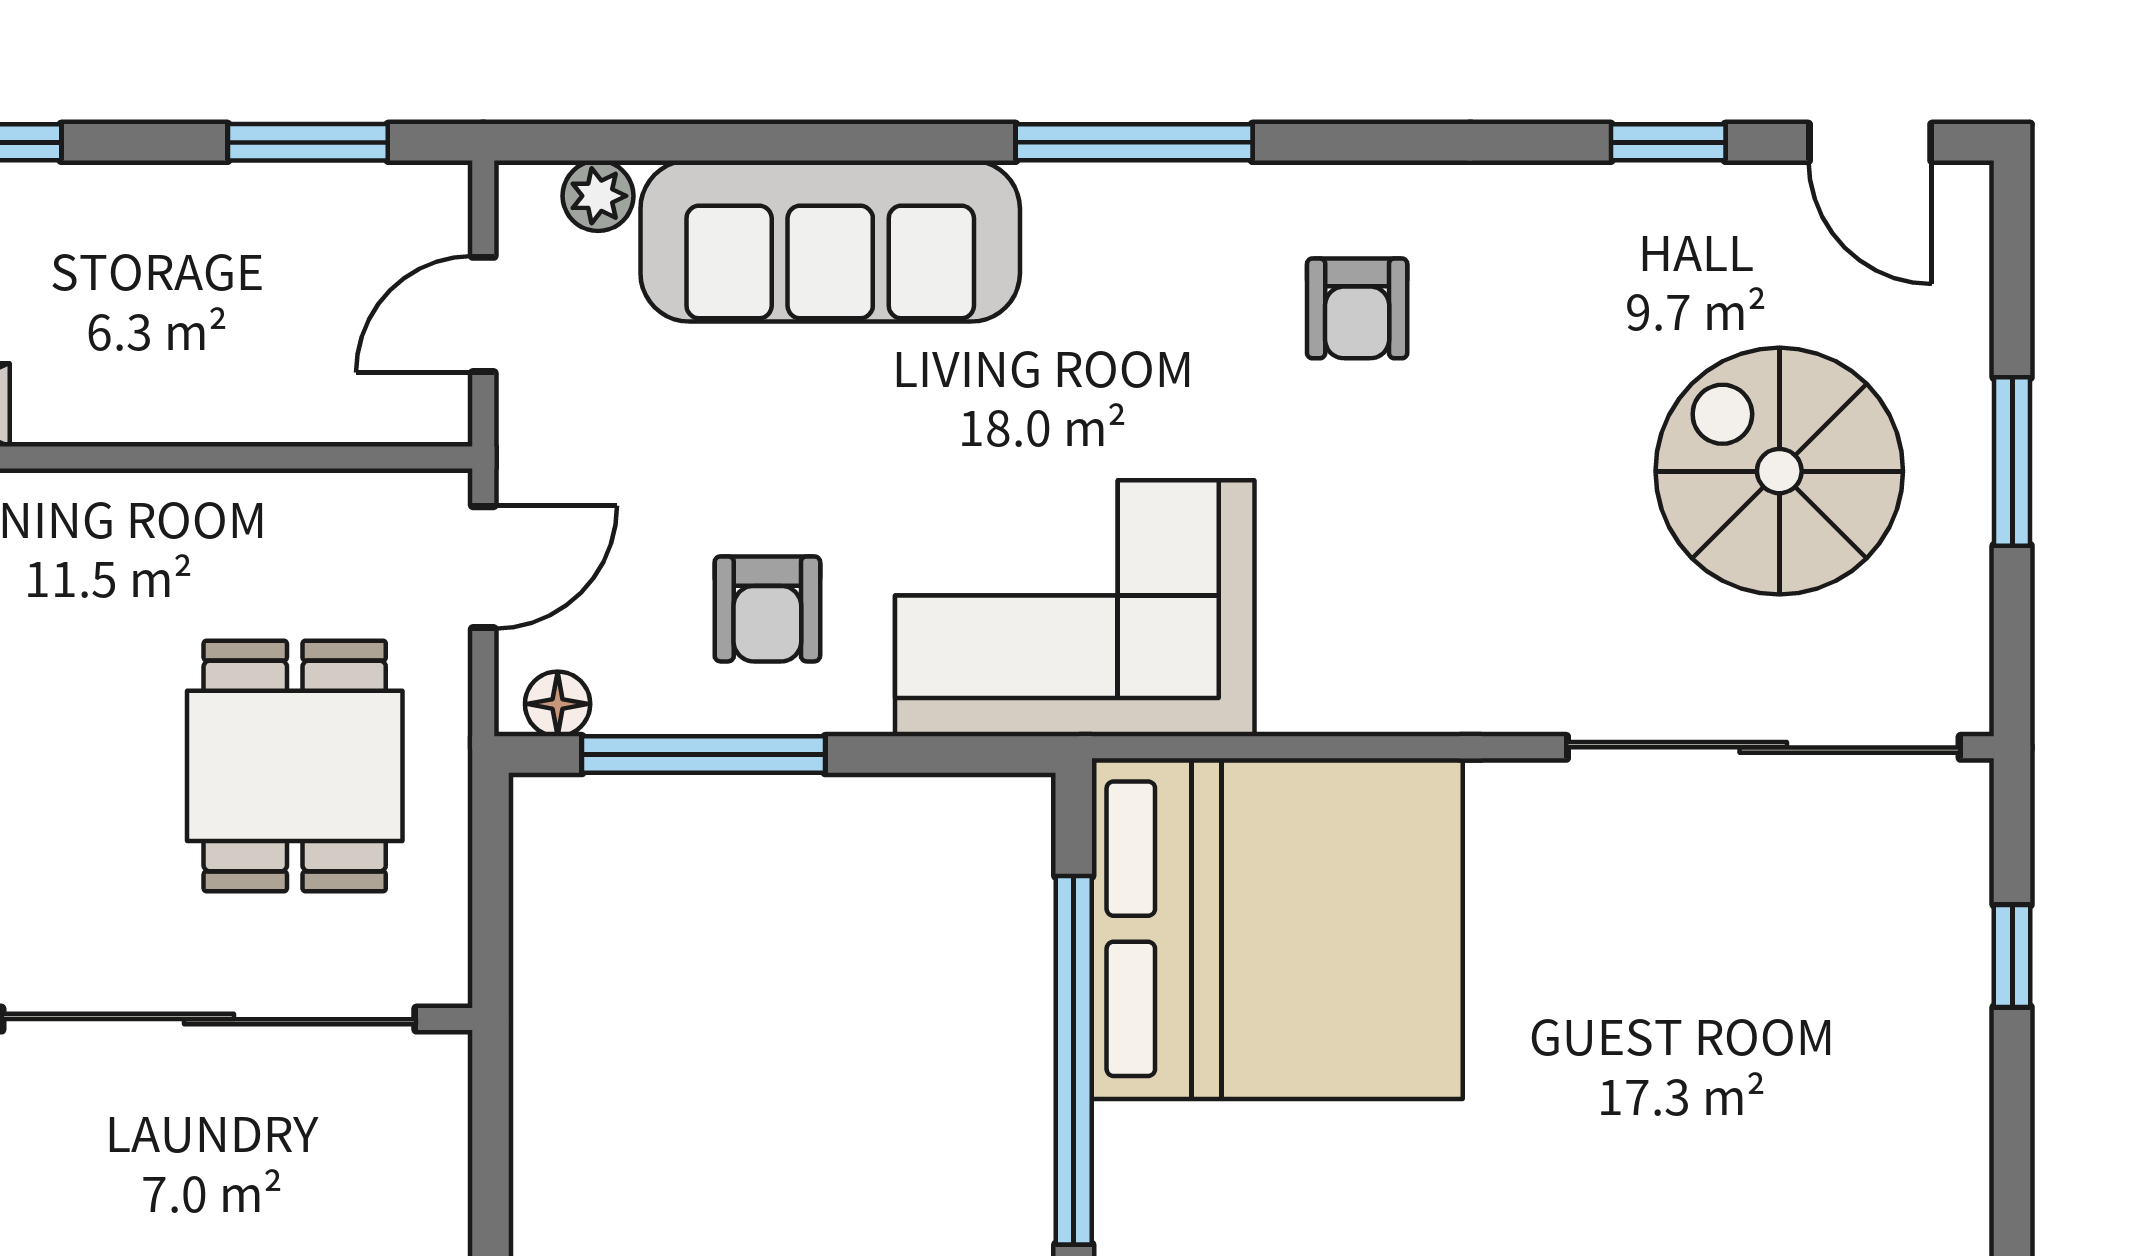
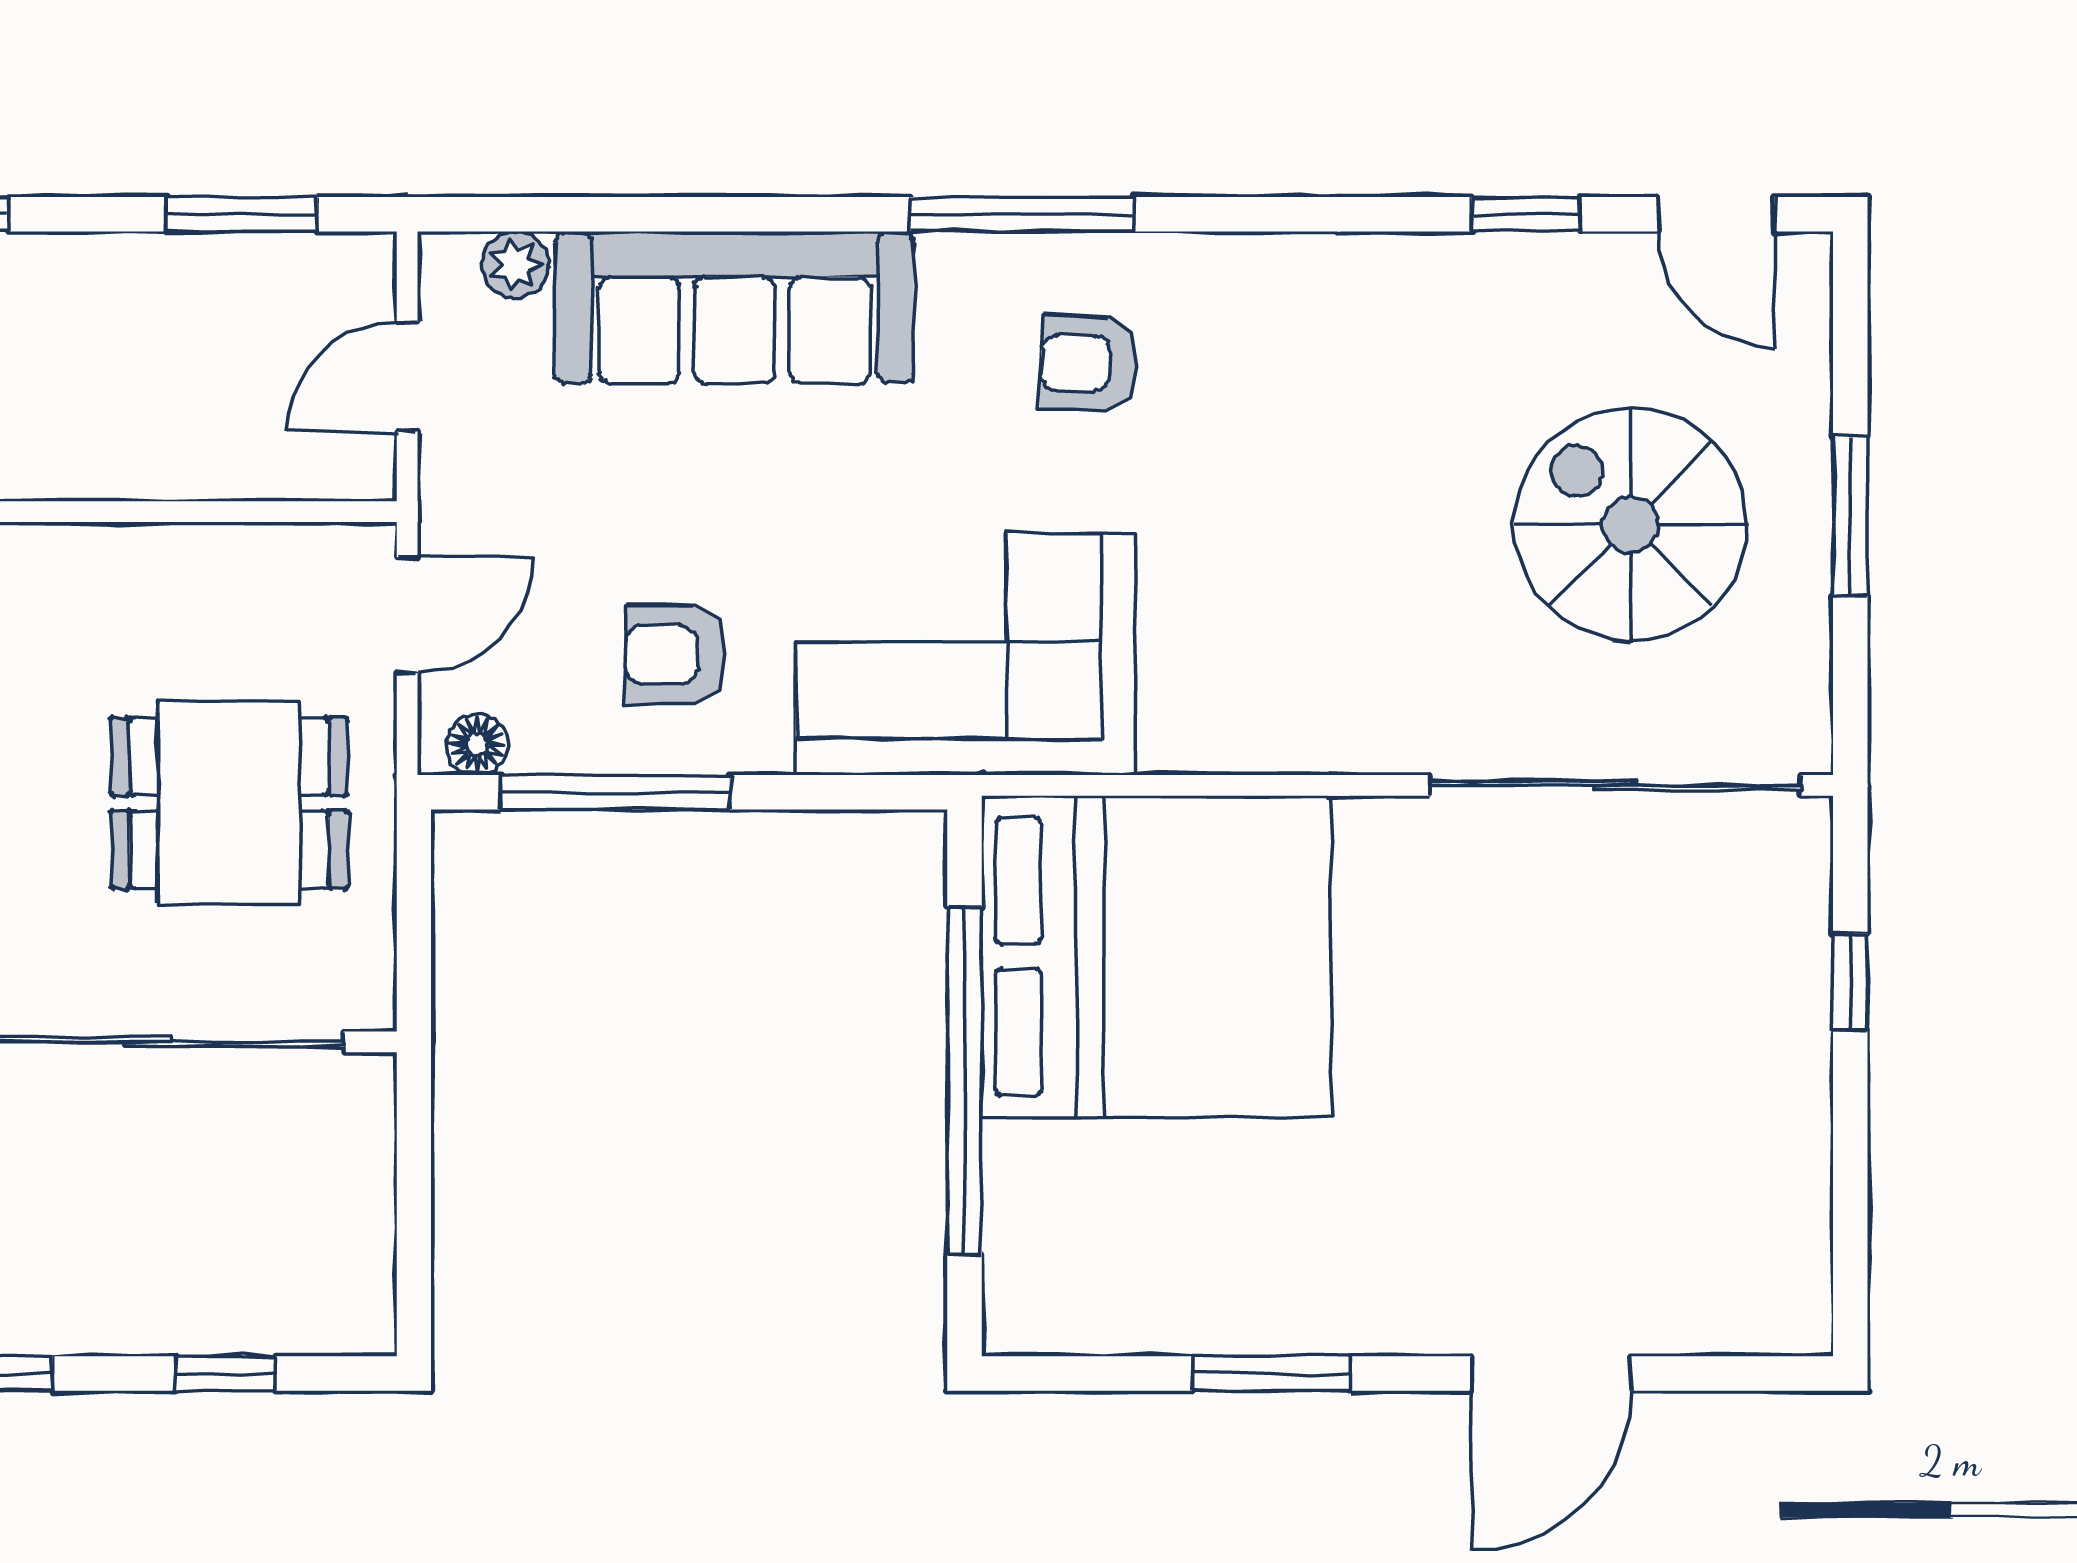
armchair: (1357, 308) -> (1089, 364), moved, turned 92
armchair: (767, 609) -> (675, 655), turned 90
dining table: (295, 766) -> (229, 803), turned 90

